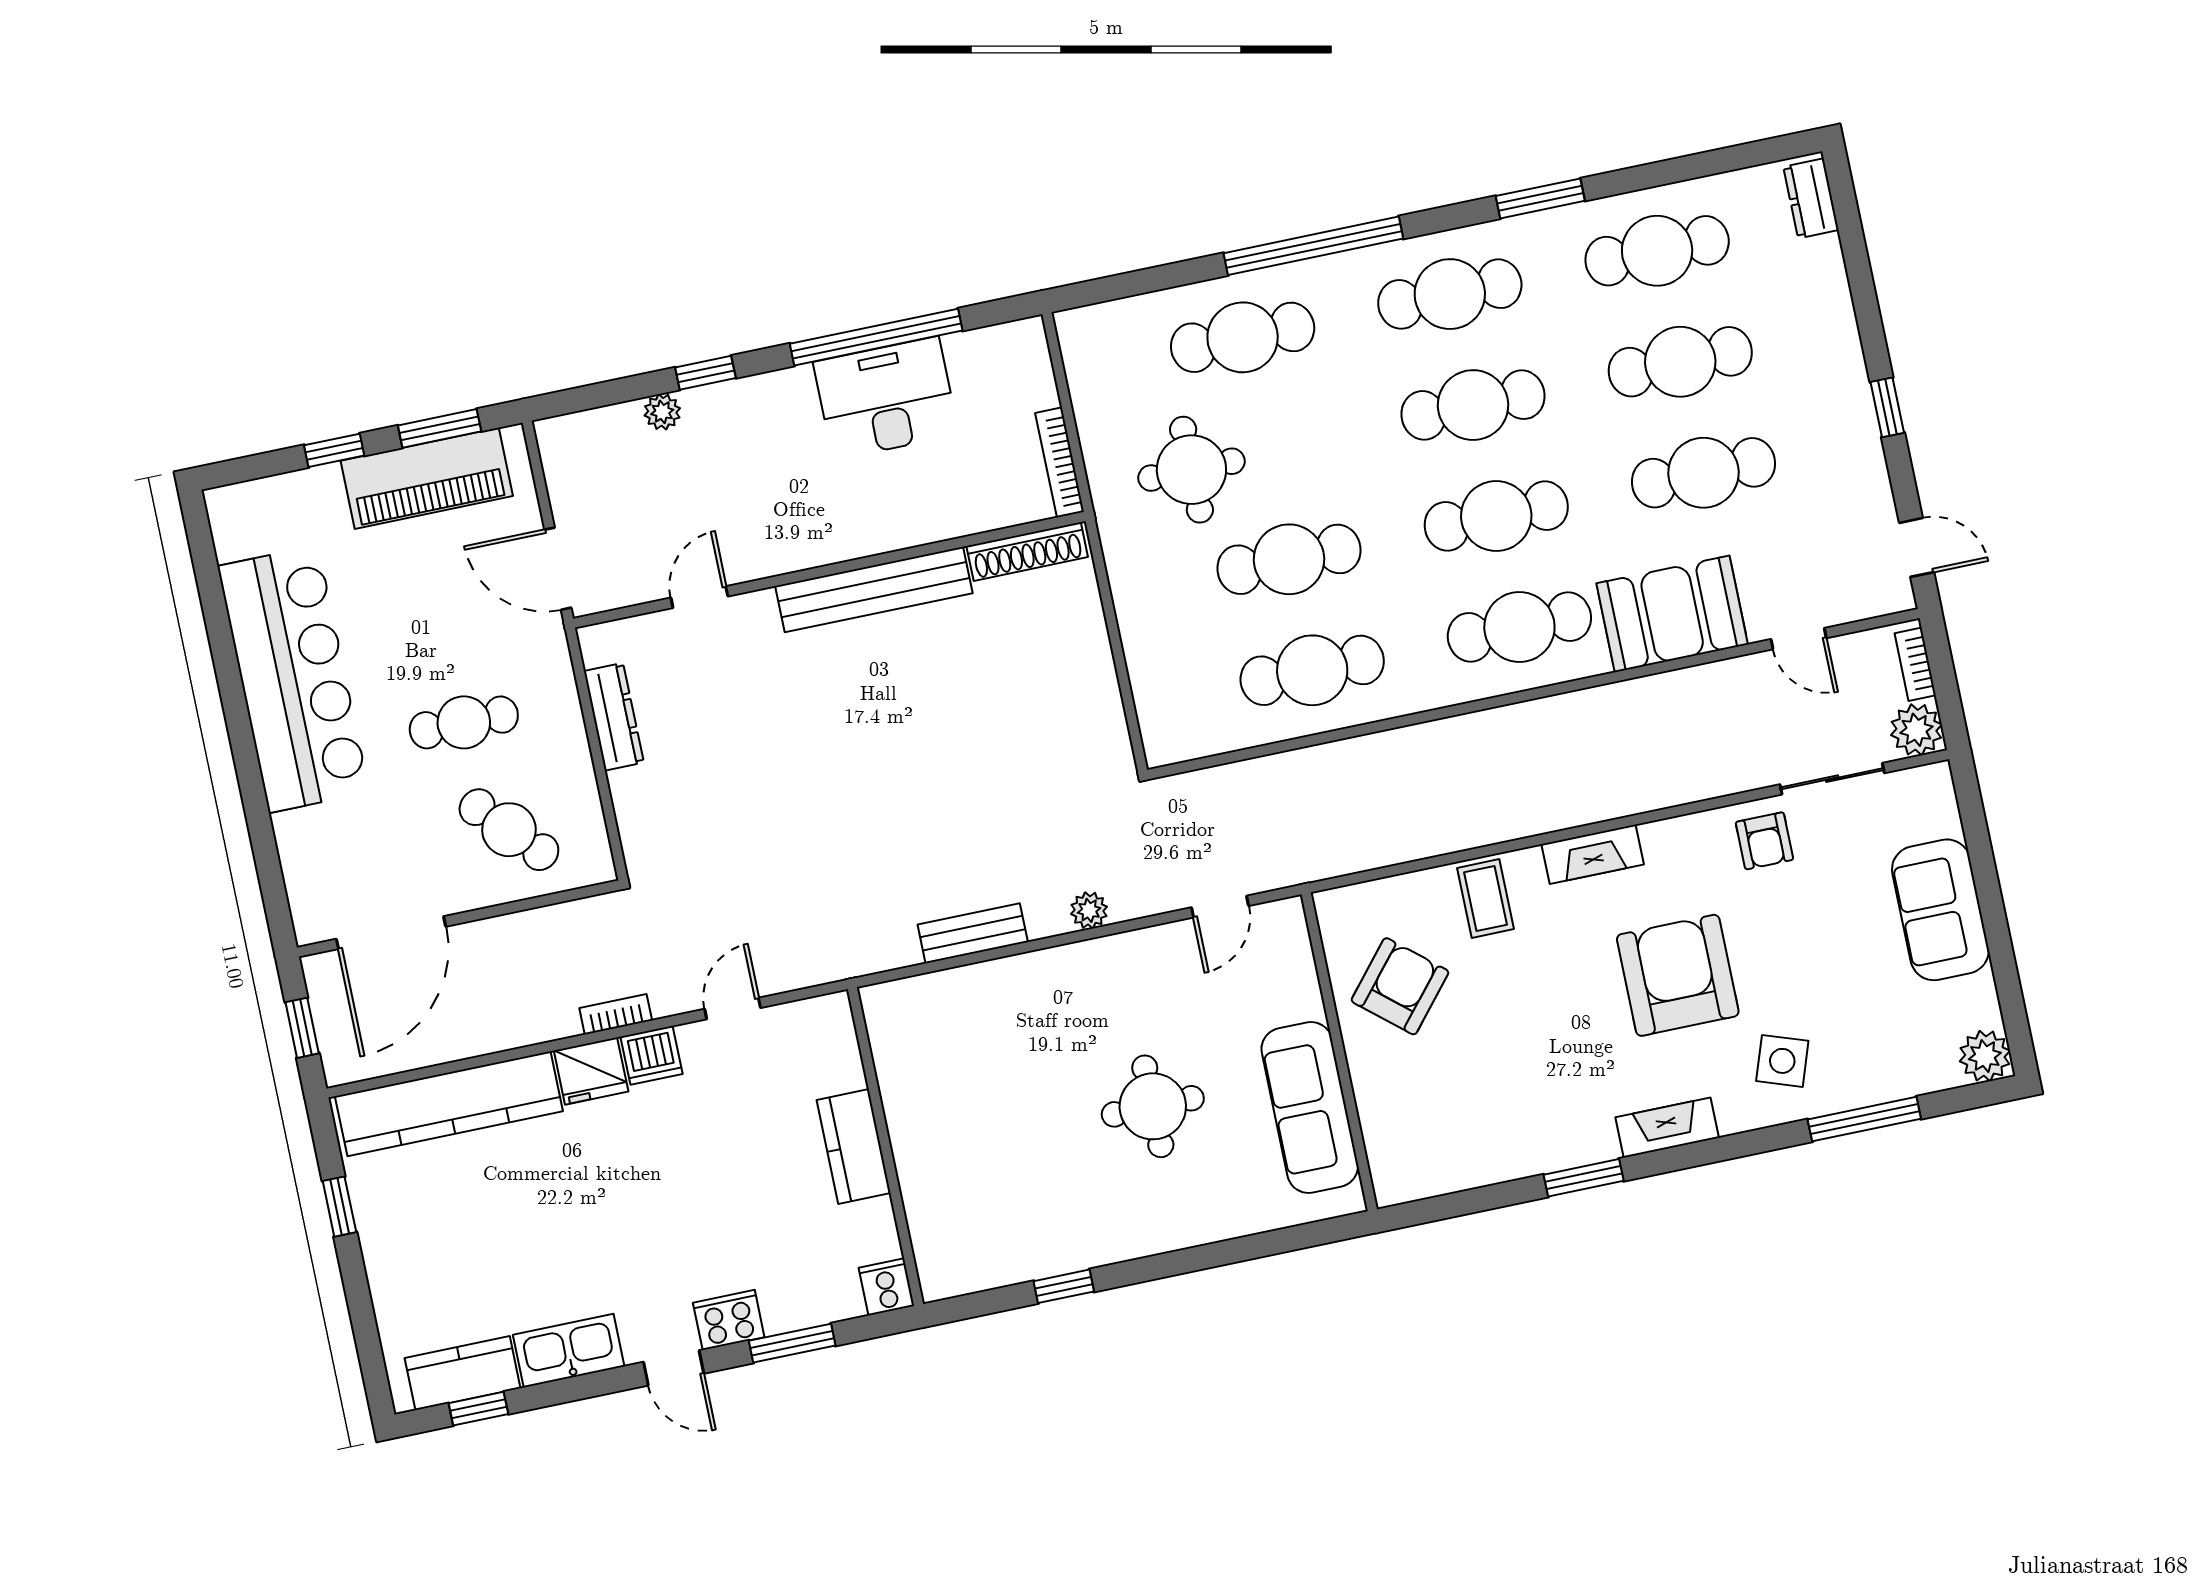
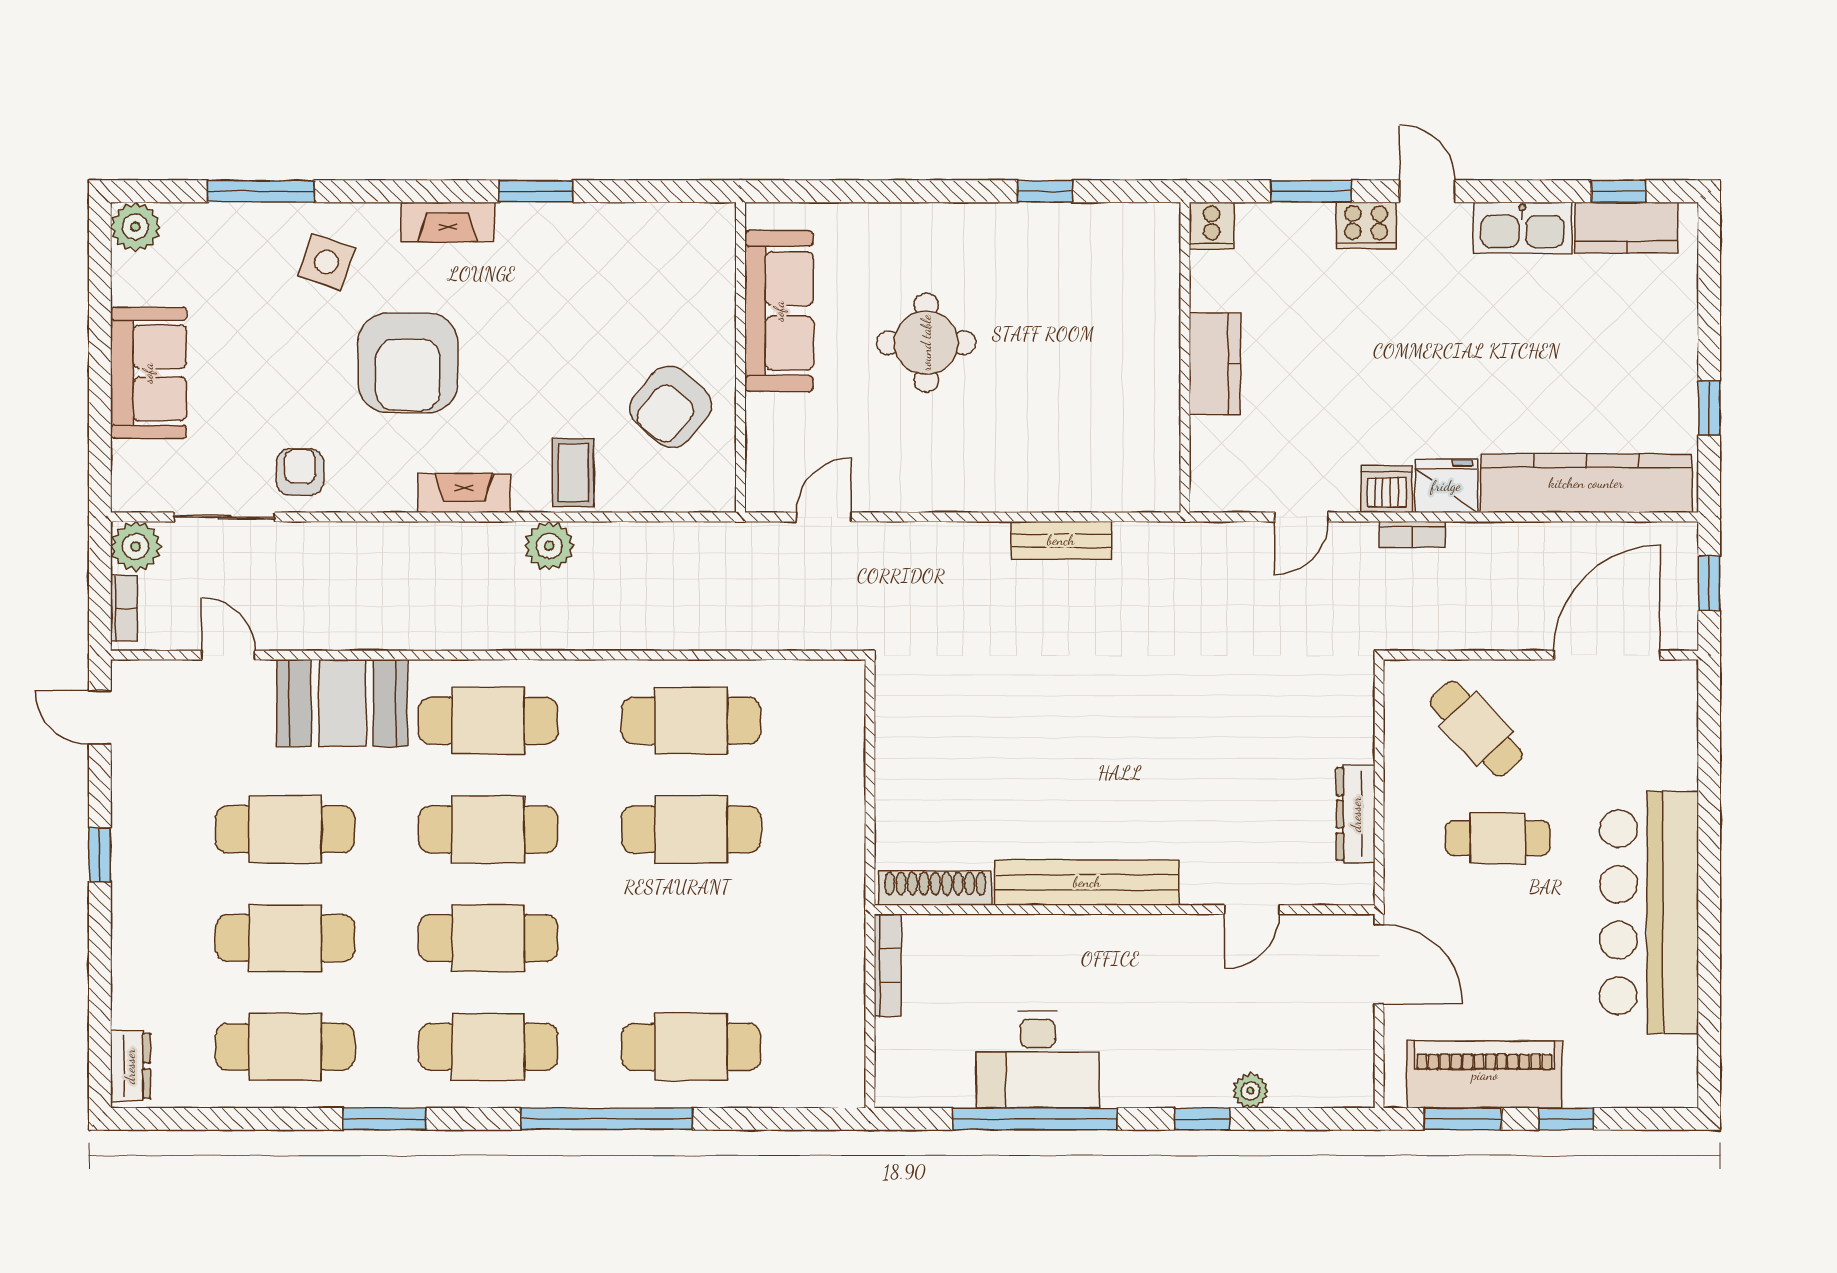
round table: (1191, 470) -> (765, 933), removed
plant: (1089, 910) -> (549, 546), moved, width x1.38, depth x1.38

